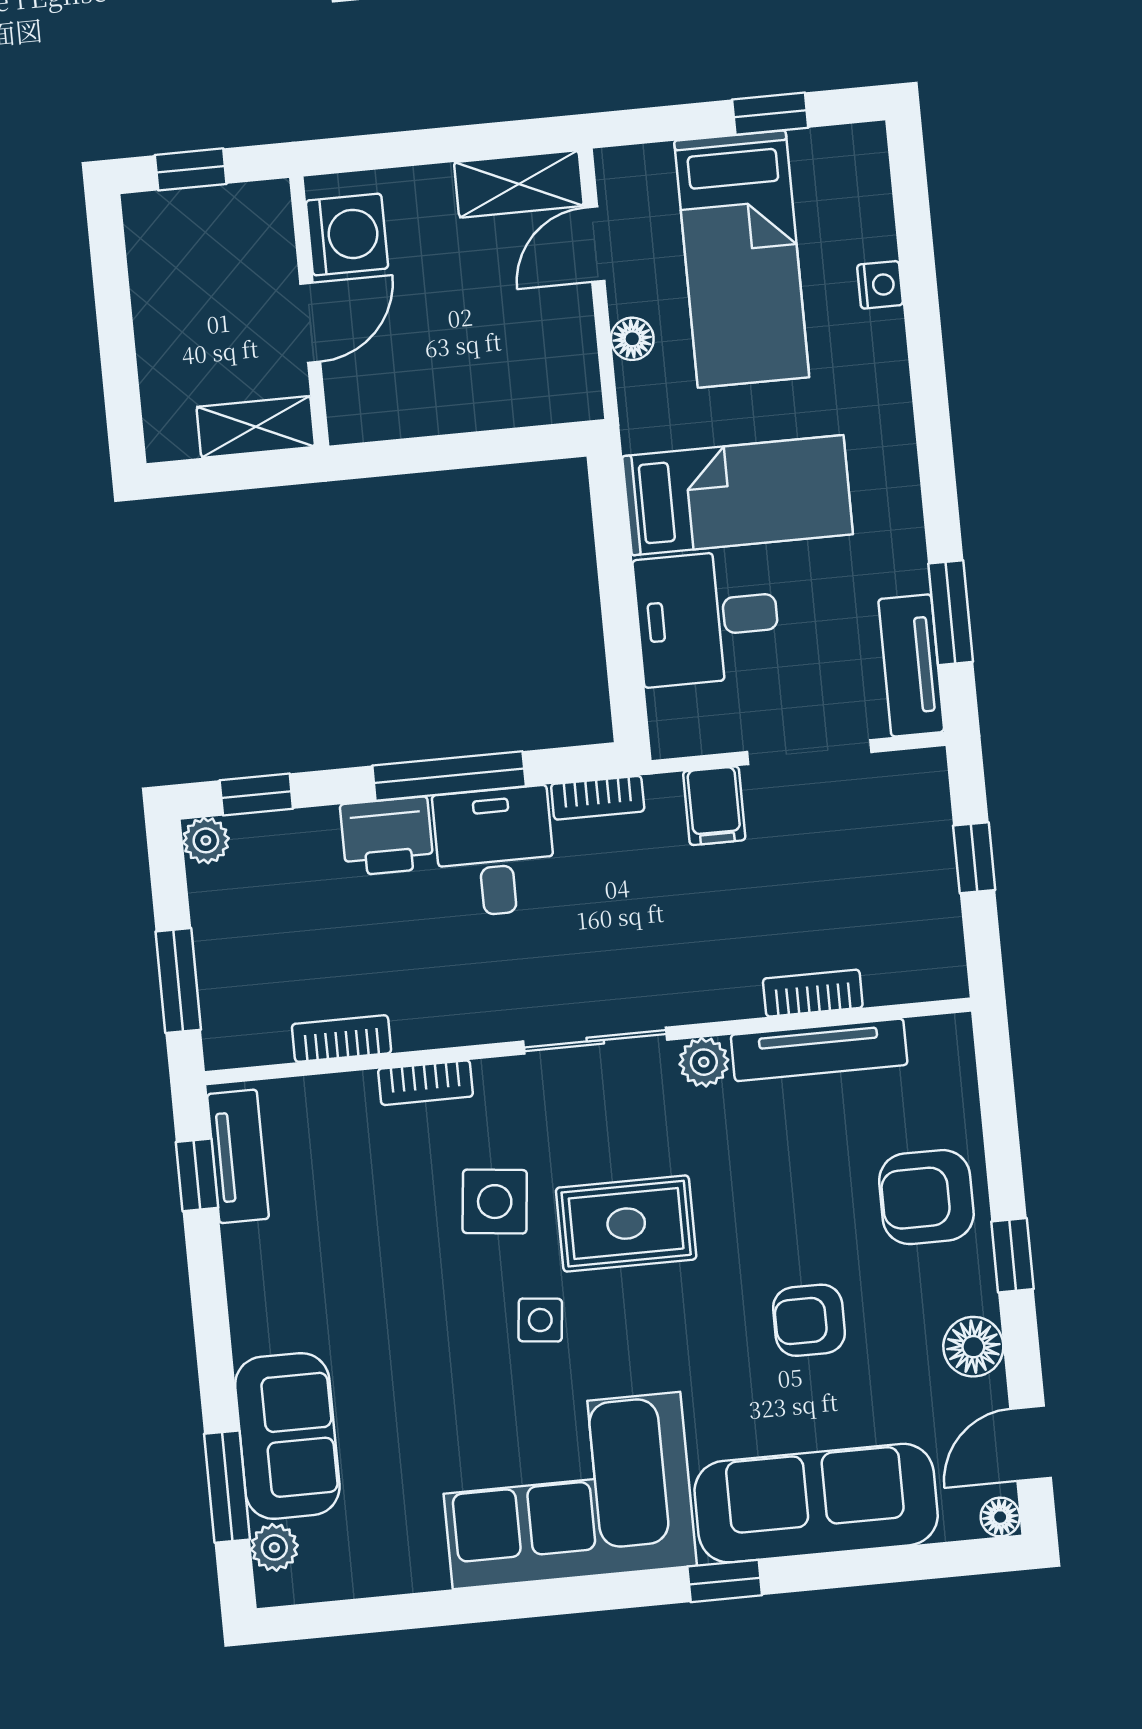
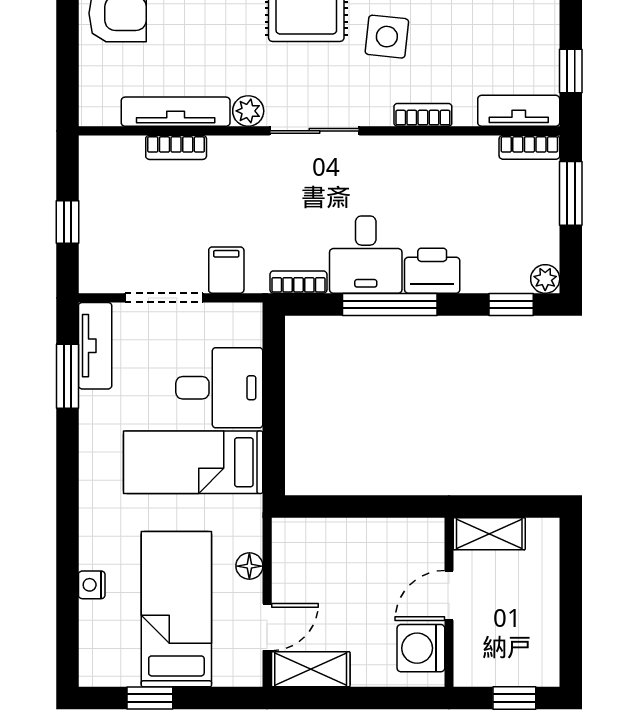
bookcase: (342, 1039) -> (529, 147), moved
tv unit: (238, 1156) -> (519, 111), moved, turned 90

